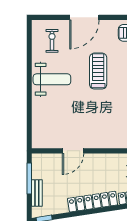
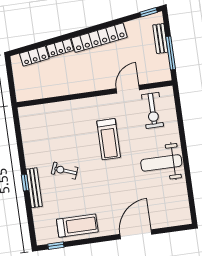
exercise bike: (52, 41) -> (153, 110), moved, width x1.38, depth x1.39
treadmill: (98, 71) -> (109, 139), moved

